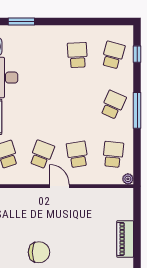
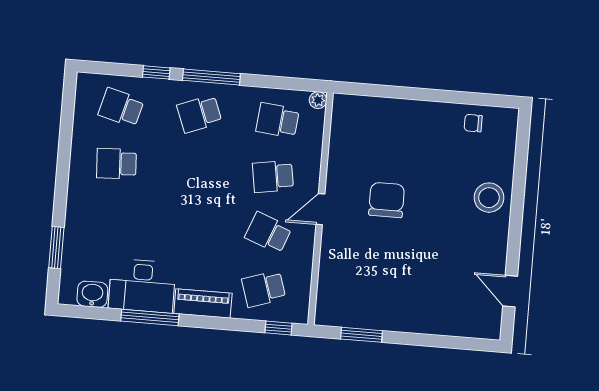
window: (137, 54) -> (156, 72), moved
school desk: (113, 105) -> (199, 114), turned -45
piano: (125, 239) -> (412, 112), removed
chair: (39, 252) -> (387, 200), moved

